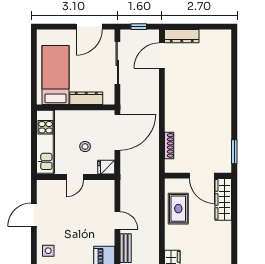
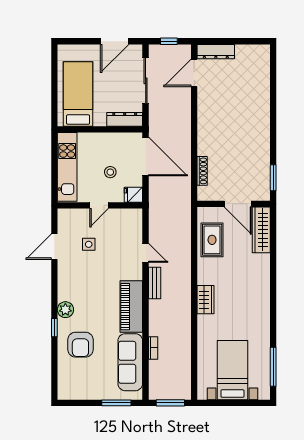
dresser: (86, 98) -> (125, 119), moved
door: (117, 132) -> (146, 157), hinge flipped
side table: (48, 251) -> (89, 244), moved

